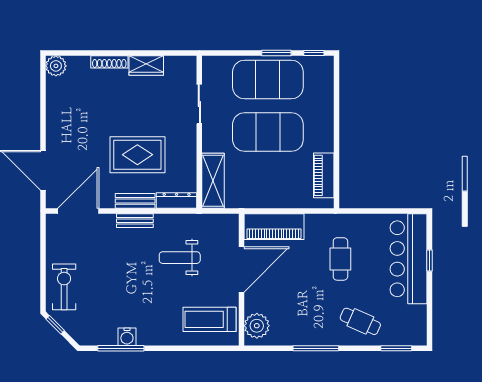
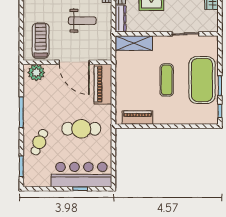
exercise mat: (268, 132) -> (167, 80), width x0.50, depth x0.69
weight bench: (180, 258) -> (82, 21), turned 90
cafe table: (340, 259) -> (81, 129), width x1.37, depth x1.35

